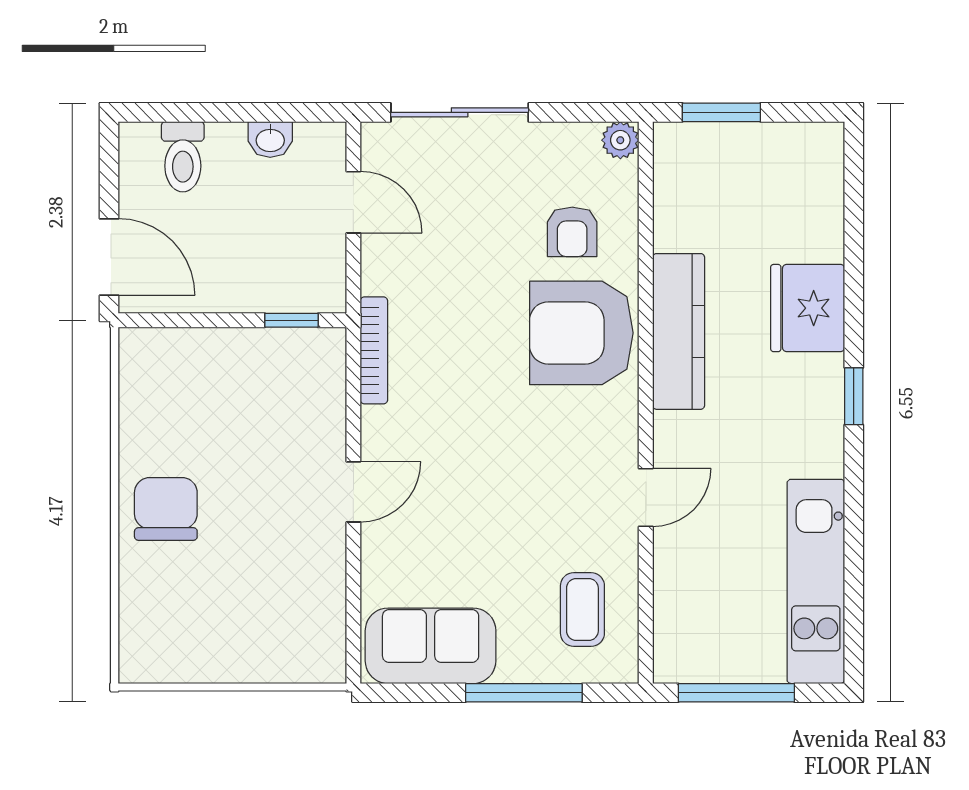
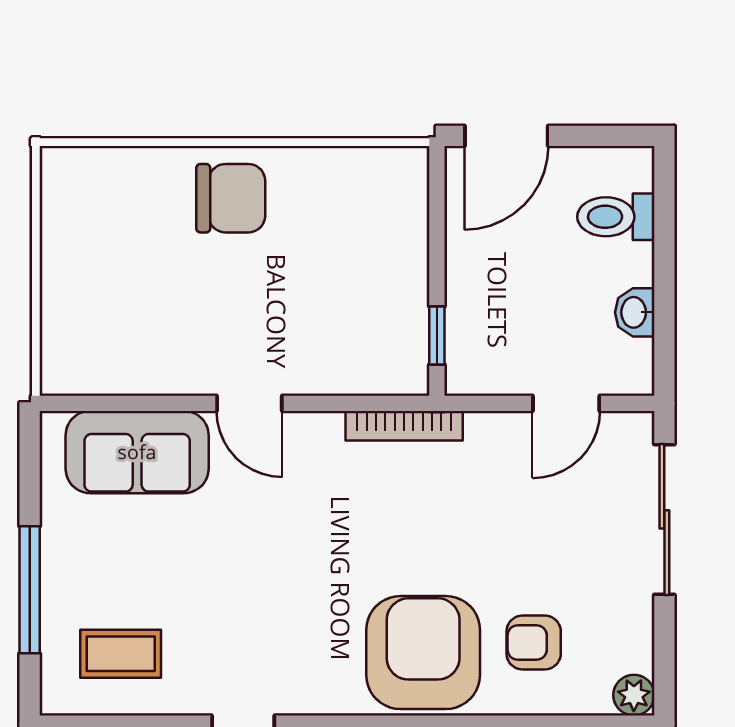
sofa: (431, 646) -> (137, 452), moved, turned 90

